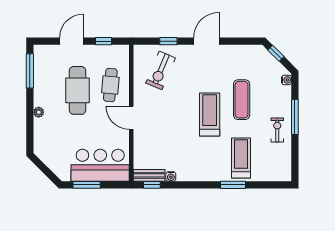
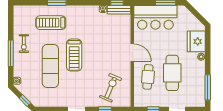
exercise mat: (242, 100) -> (50, 66), width x1.36, depth x1.45
fridge: (45, 133) -> (196, 41), added
treadmill: (241, 158) -> (51, 23), turned 90

